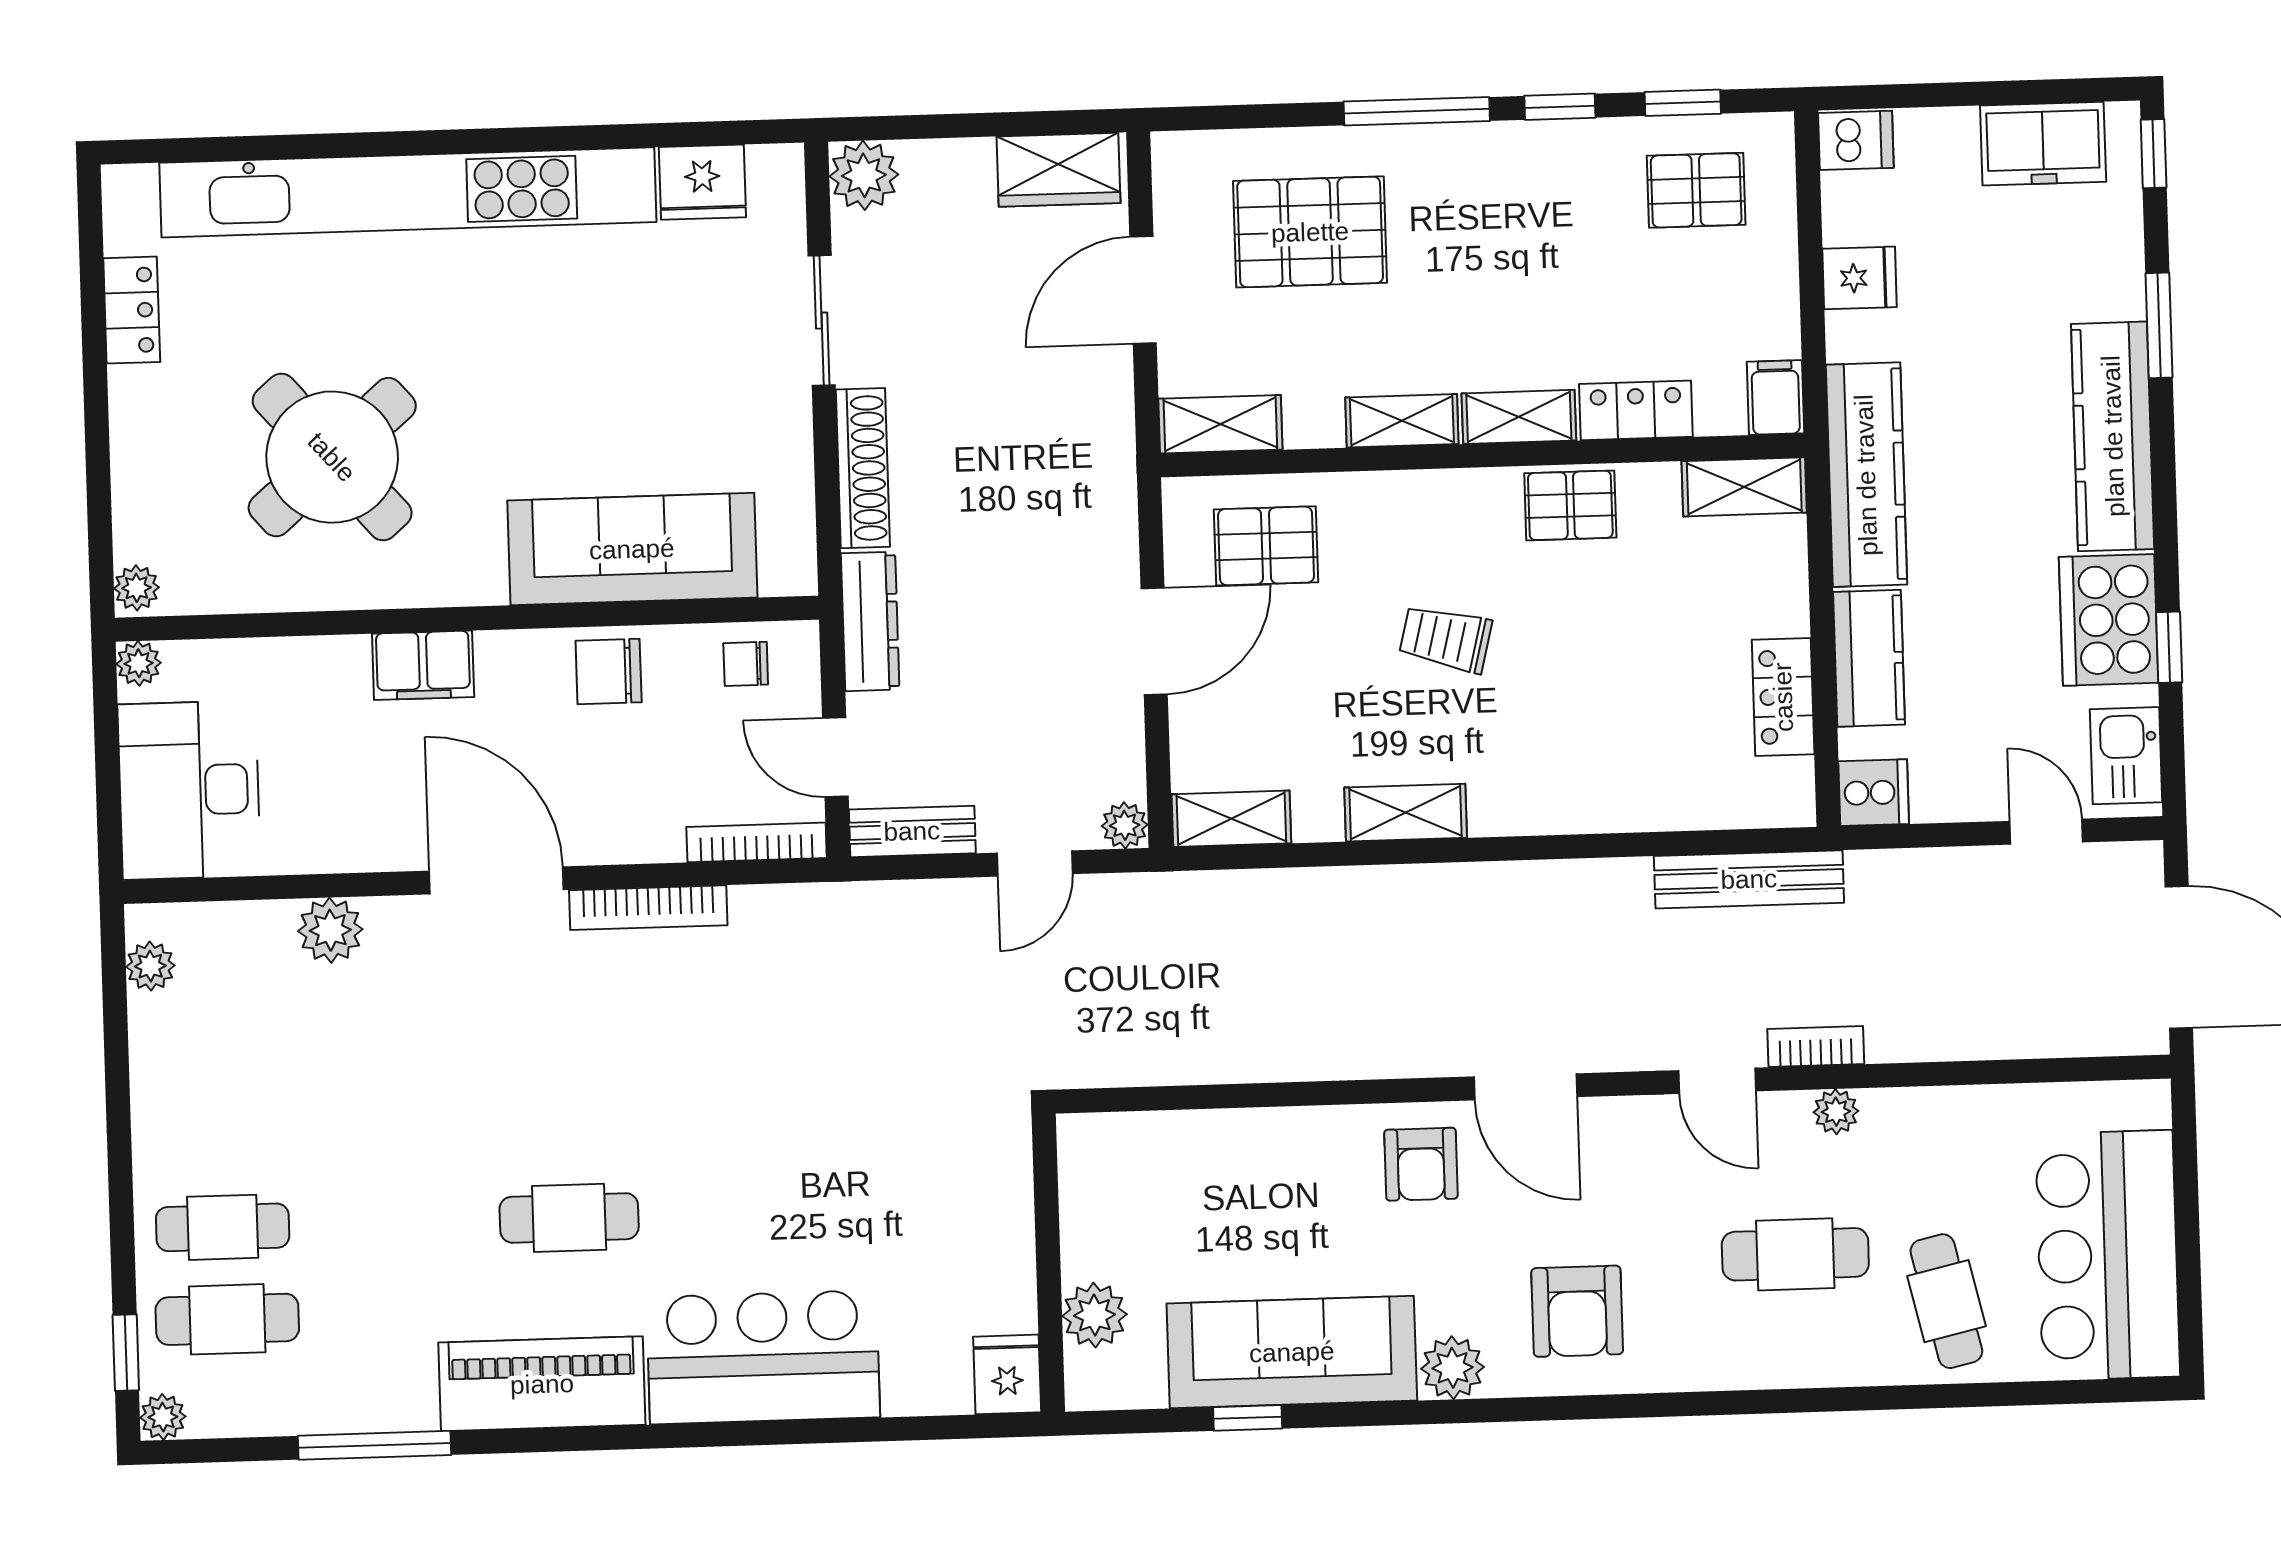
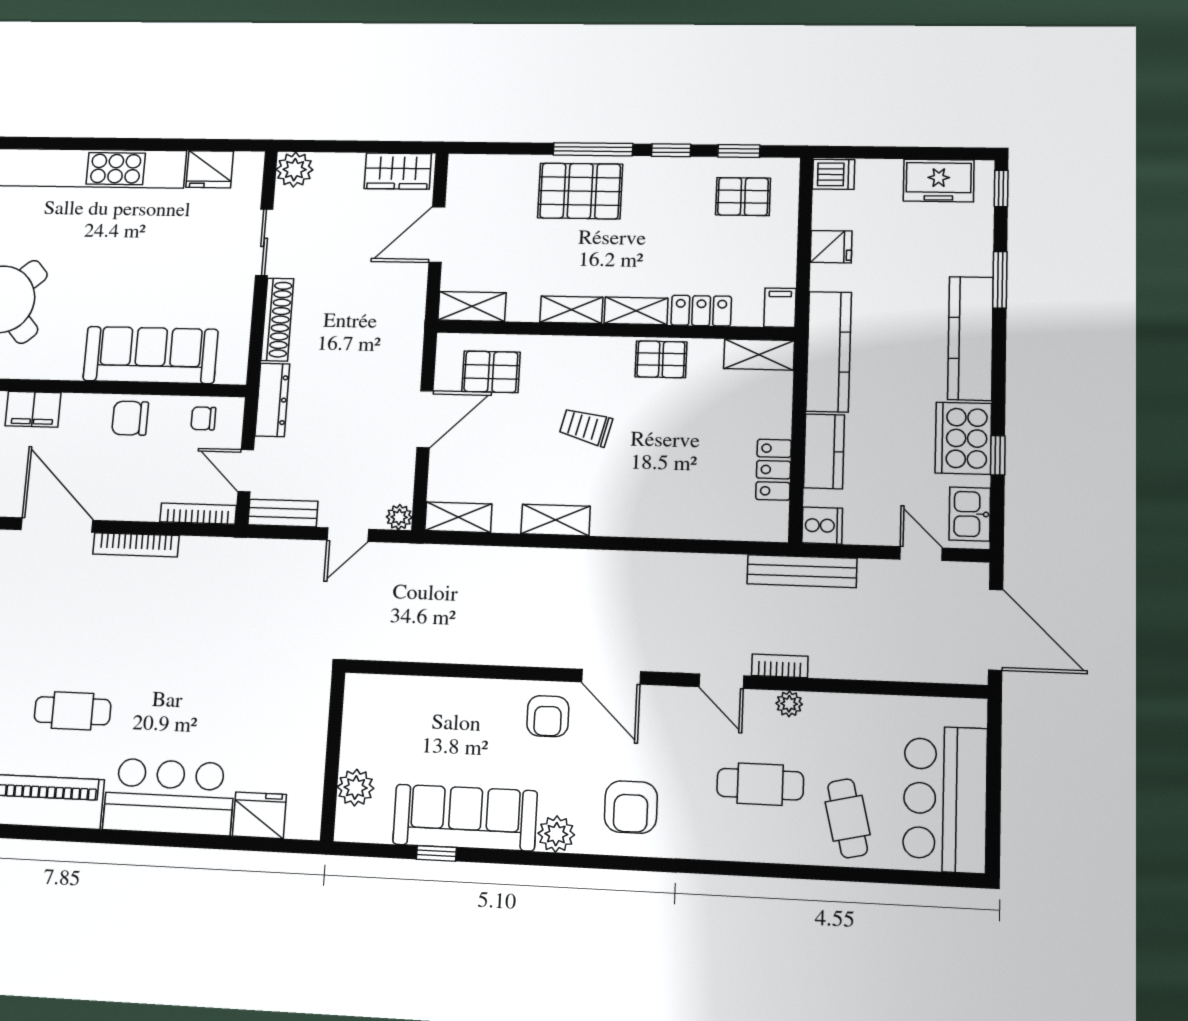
pallet: (1310, 232) -> (580, 191), moved
bench: (1749, 879) -> (802, 571), moved
fridge: (1007, 1374) -> (259, 815), moved, width x1.38

